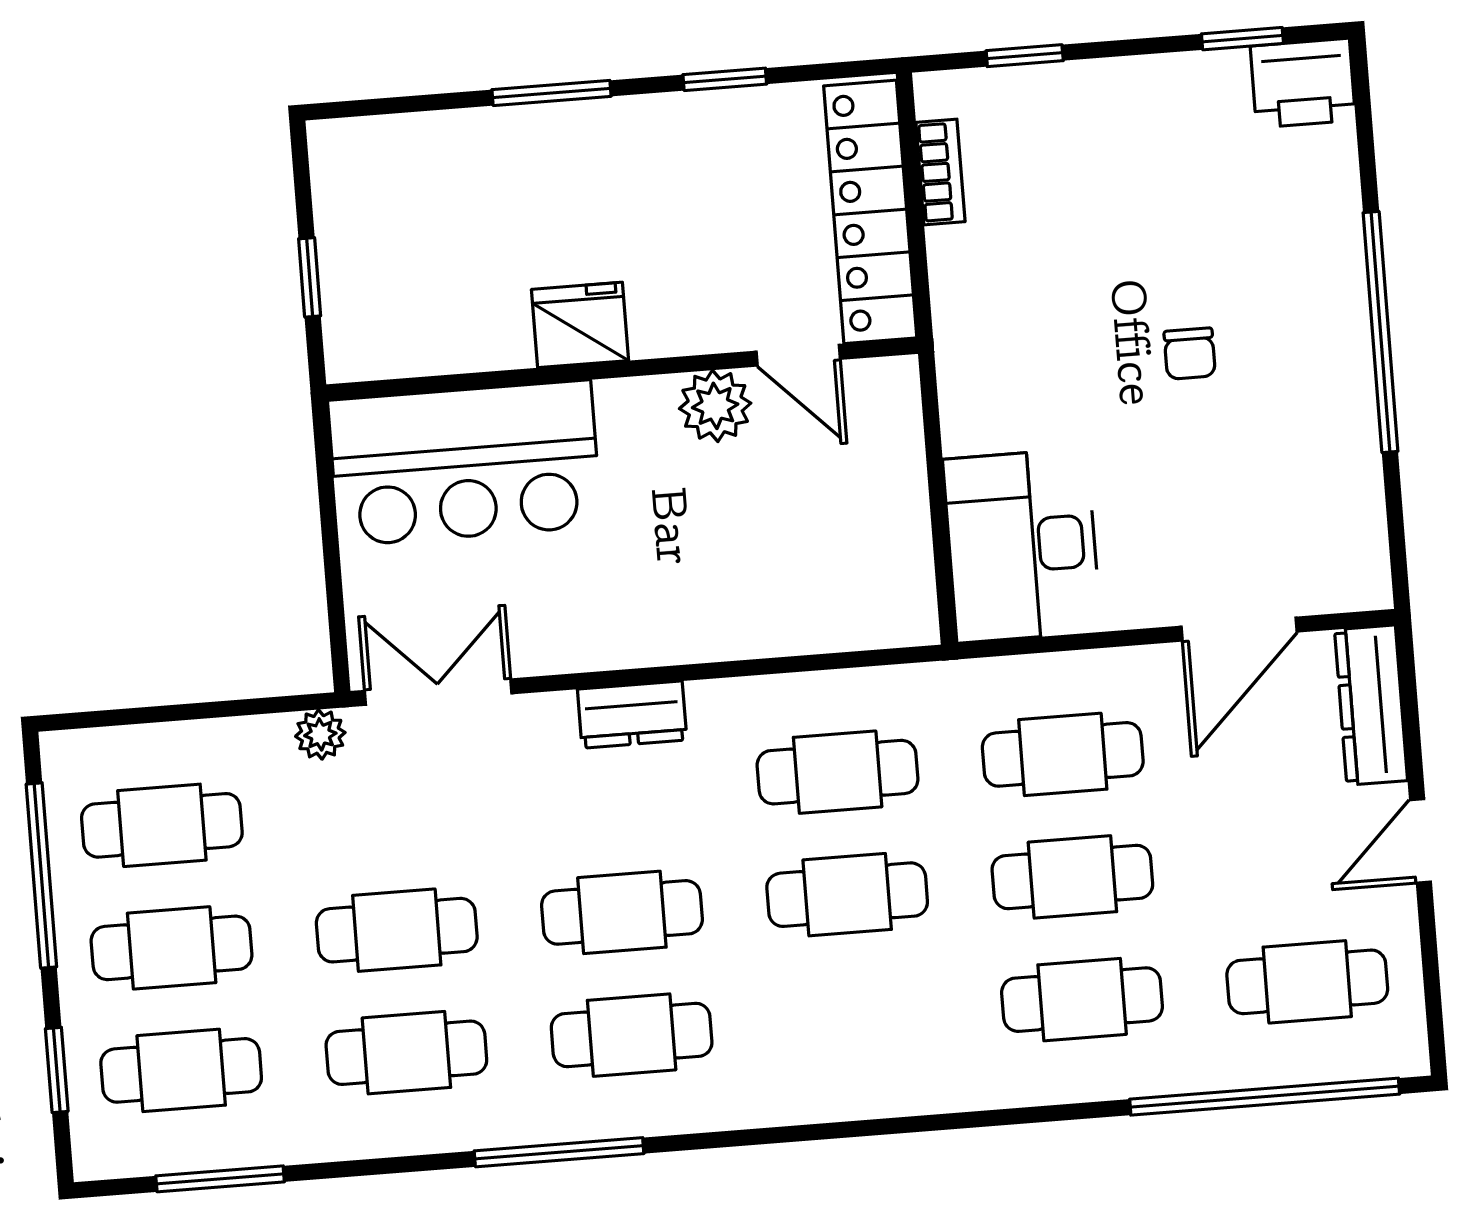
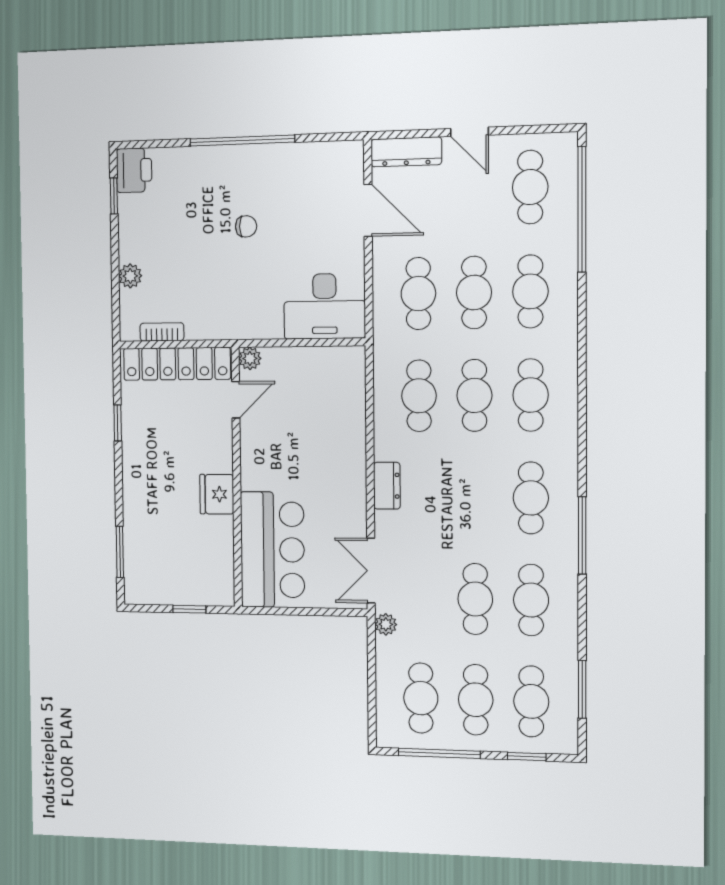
window: (1025, 56) -> (115, 292), removed
plant: (1063, 89) -> (130, 276), added
window: (552, 93) -> (120, 552), moved
plant: (715, 406) -> (250, 358), moved, width x0.73, depth x0.73
cafe table: (622, 912) -> (531, 395), moved

